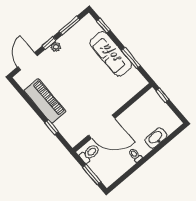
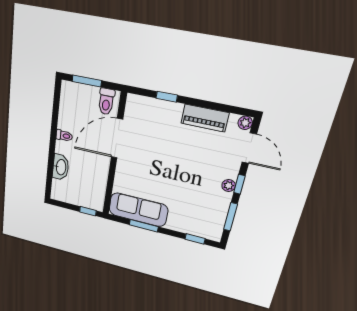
sofa: (111, 54) -> (138, 210), moved
plant: (19, 78) -> (245, 123), added
piano: (45, 101) -> (205, 118), width x0.73, depth x0.75

